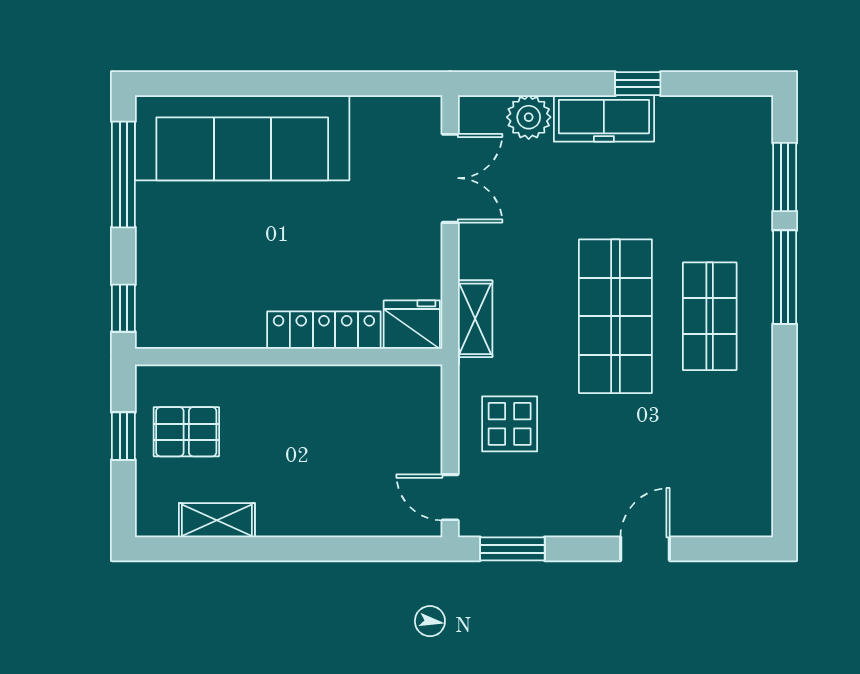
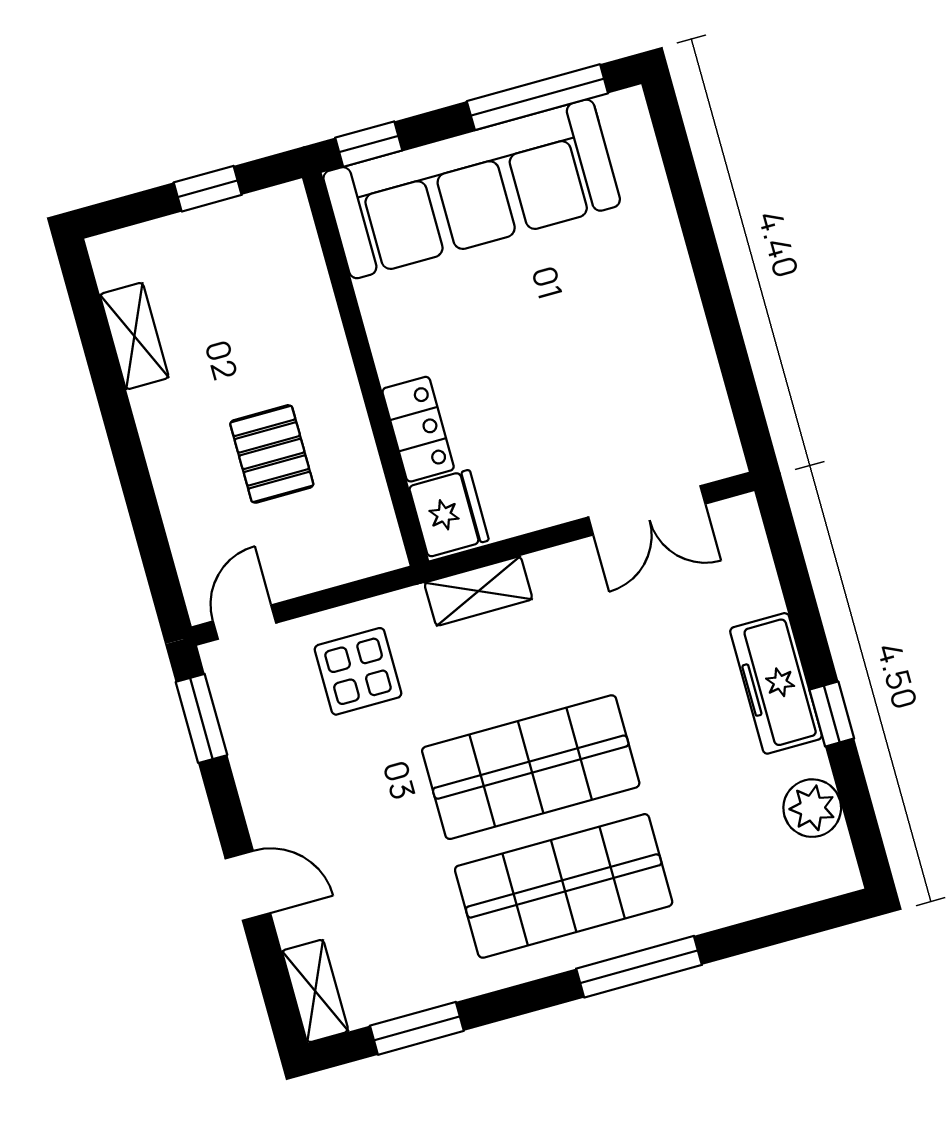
plant: (529, 117) -> (812, 808), moved
sofa: (242, 138) -> (472, 189), moved, turned -90
window: (785, 177) -> (417, 1028), moved
shop shelf: (710, 316) -> (564, 886), width x1.43, depth x1.36
locker: (324, 330) -> (418, 429), width x0.66
pallet: (186, 432) -> (272, 454), moved
shelving: (736, 521) -> (315, 991), added

